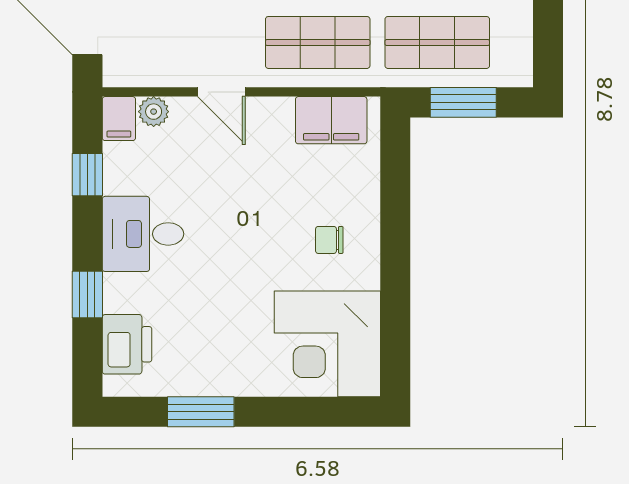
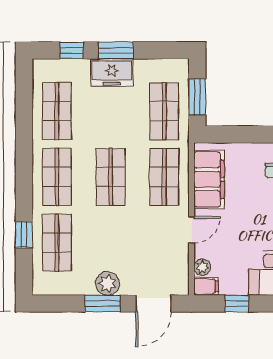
filing cabinet: (331, 120) -> (209, 179), width x1.50, depth x1.17

